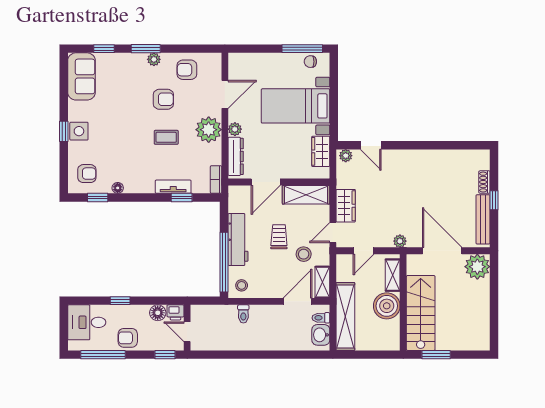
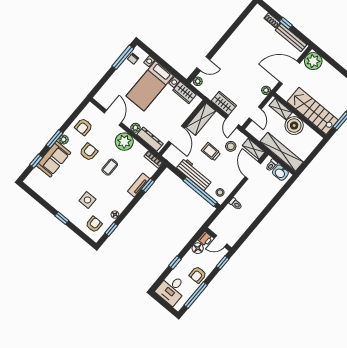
sofa: (81, 76) -> (53, 159), moved, turned 90
side table: (79, 131) -> (87, 200), moved

